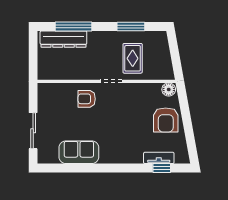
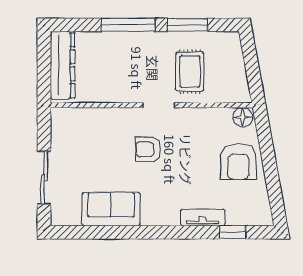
window: (73, 26) -> (128, 25), moved
dresser: (63, 39) -> (63, 65), moved, turned -90
armchair: (87, 99) -> (148, 149), moved
tv unit: (159, 158) -> (203, 217), moved

